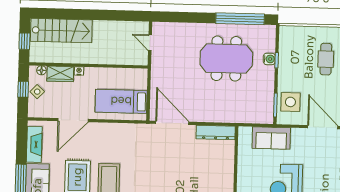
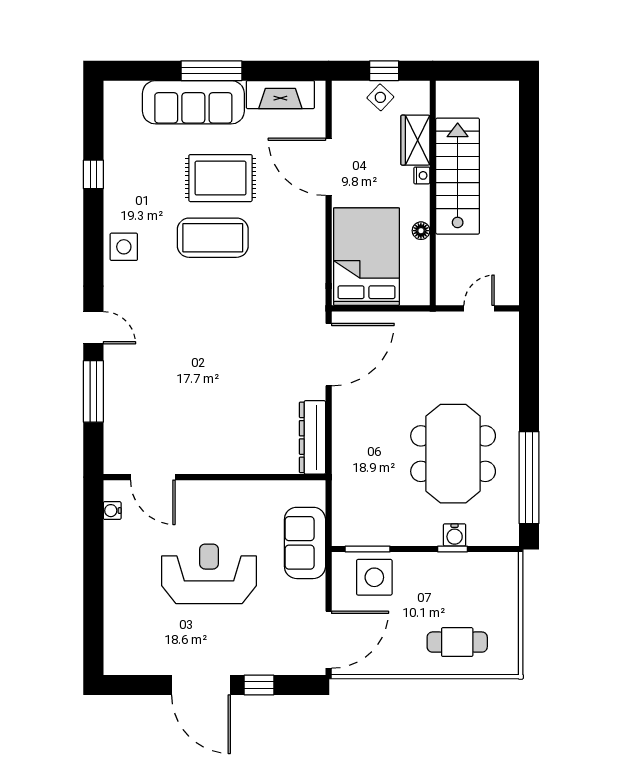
stairs: (61, 31) -> (458, 176), moved, turned 180
window: (24, 41) -> (475, 71), removed
floor lamp: (41, 70) -> (421, 231), moved
bed: (121, 101) -> (366, 257), width x1.50

